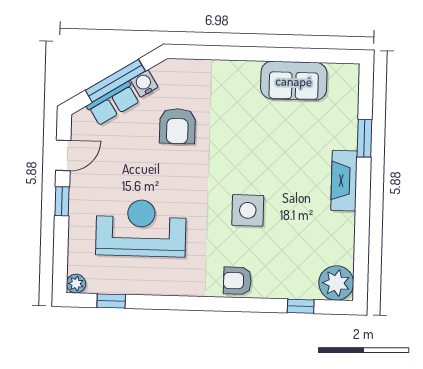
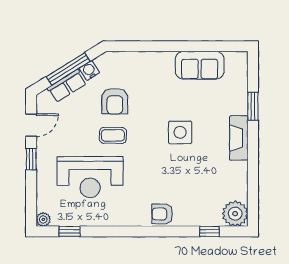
coffee table: (174, 172) -> (113, 135), added
side table: (248, 210) -> (180, 132), moved
reception desk: (141, 228) -> (90, 177), turned 180

